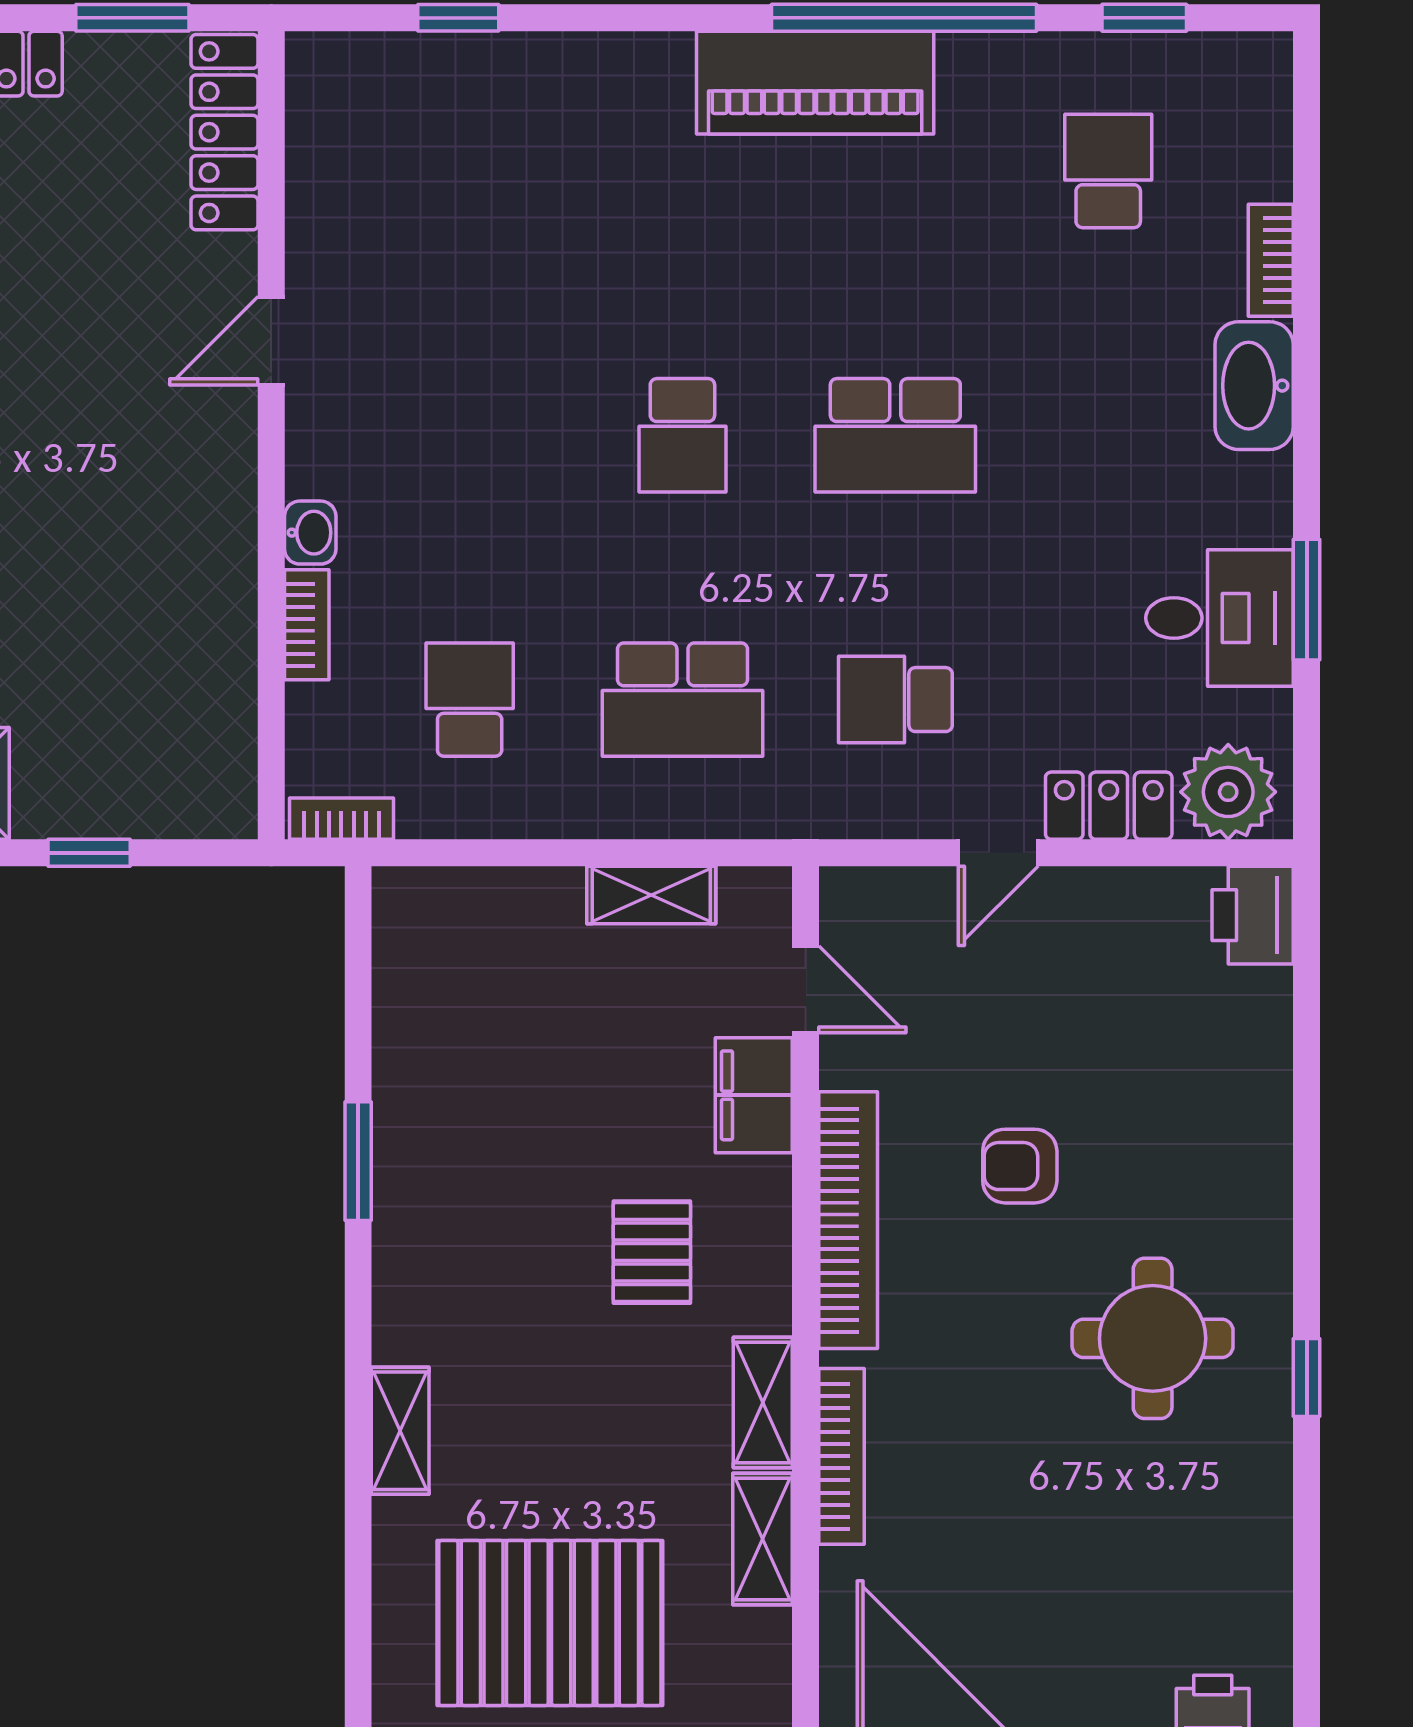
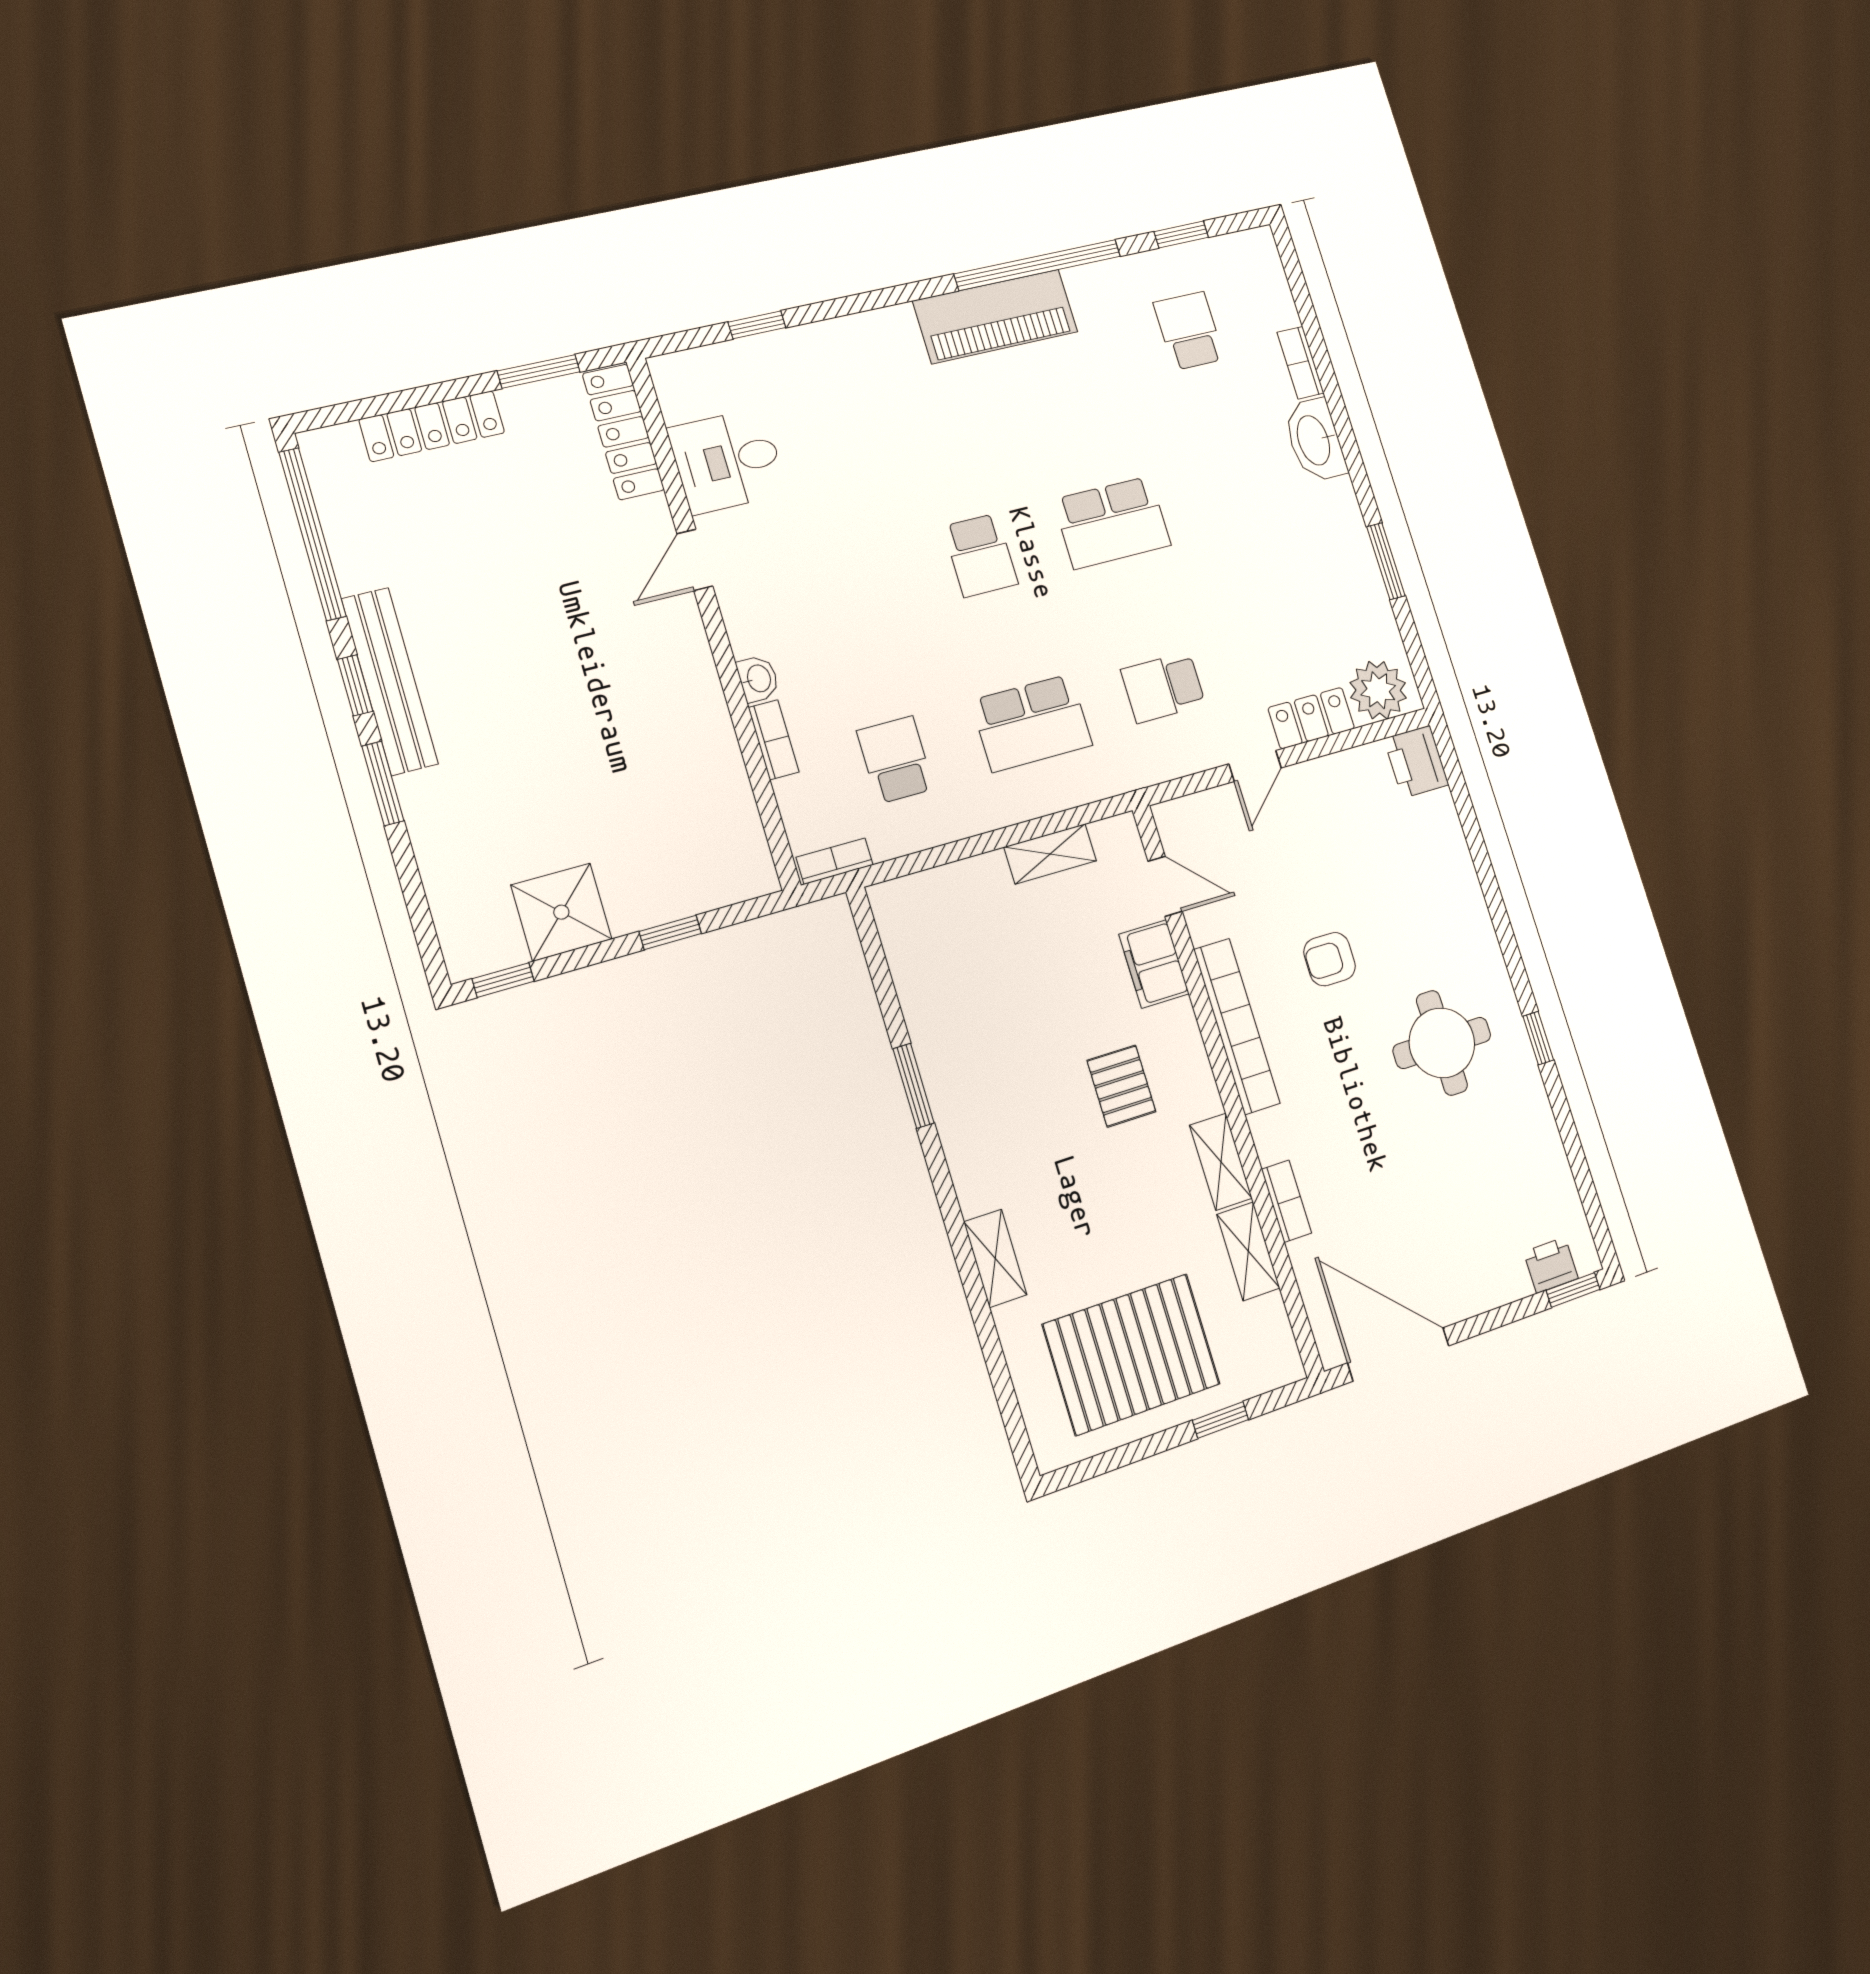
desk: (1220, 618) -> (728, 461), moved, turned 180
bookcase: (841, 1456) -> (1286, 1201), width x0.64

